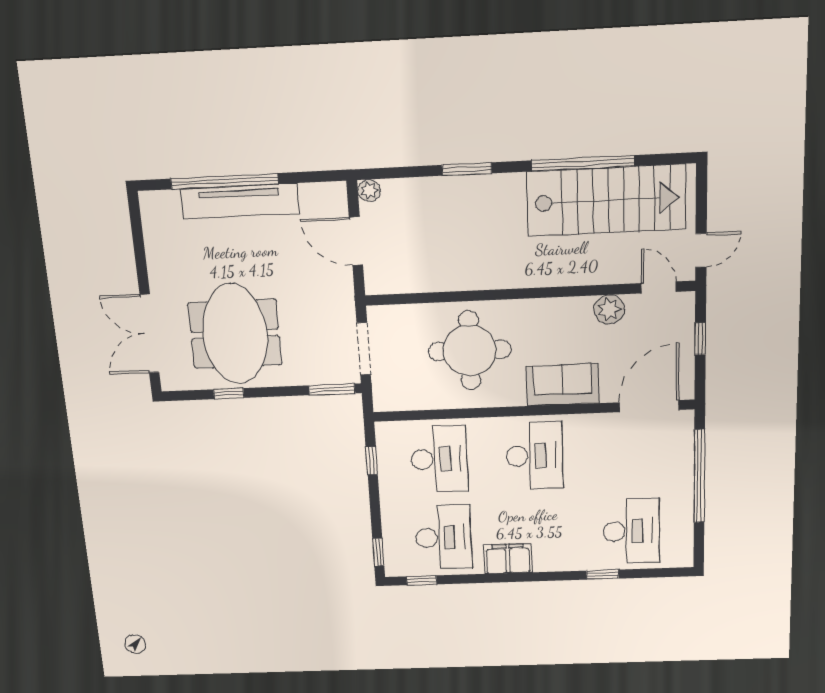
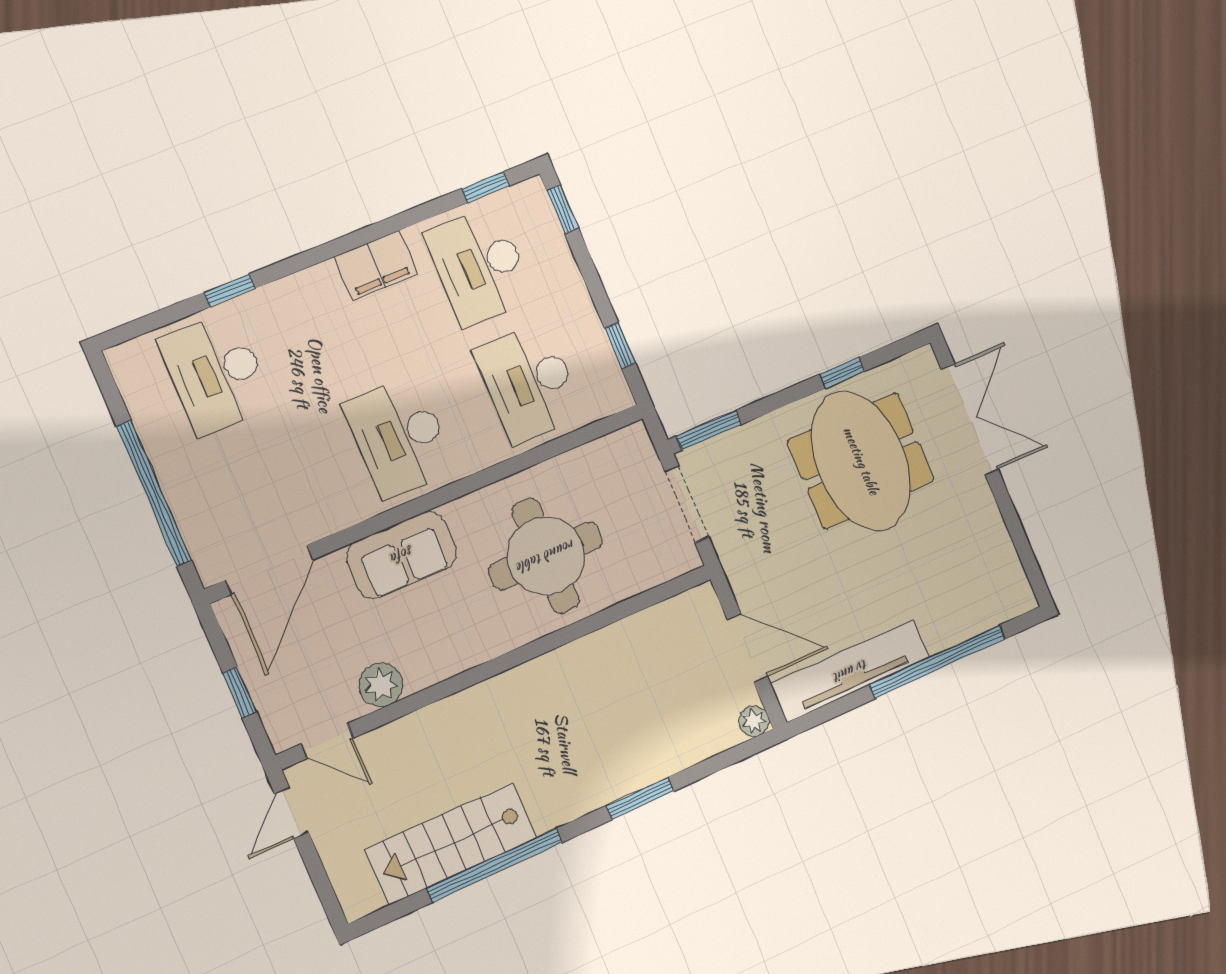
stairs: (606, 200) -> (451, 843), width x0.73, depth x0.66
tv unit: (240, 201) -> (851, 671), moved

